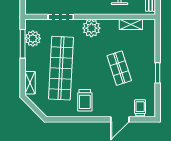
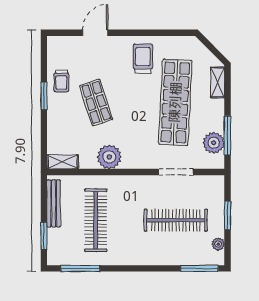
shelving: (131, 24) -> (63, 162), moved
plant: (91, 28) -> (109, 157), moved
trolley: (140, 108) -> (61, 81), moved

